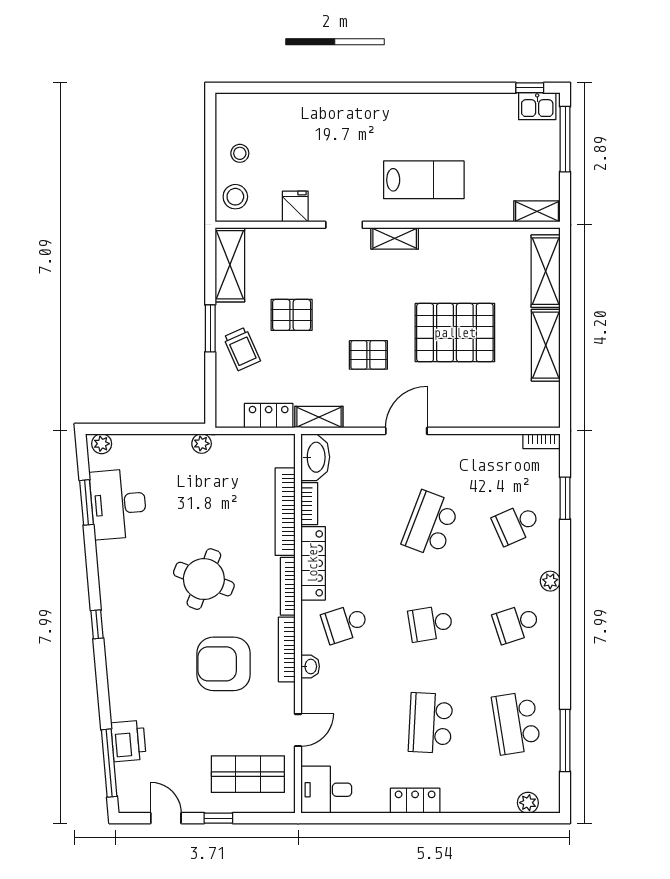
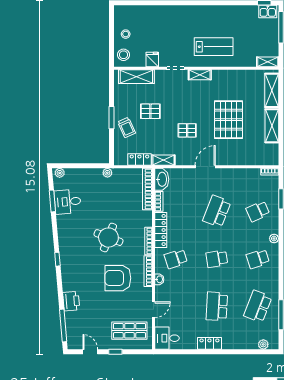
shelving: (230, 265) -> (136, 77), moved, turned 90
pallet: (455, 333) -> (228, 120), turned 90
desk: (118, 504) -> (68, 202), width x0.73
bookcase: (285, 512) -> (147, 189), moved
school desk: (516, 723) -> (258, 306), turned 30
printer: (128, 741) -> (71, 301), moved

